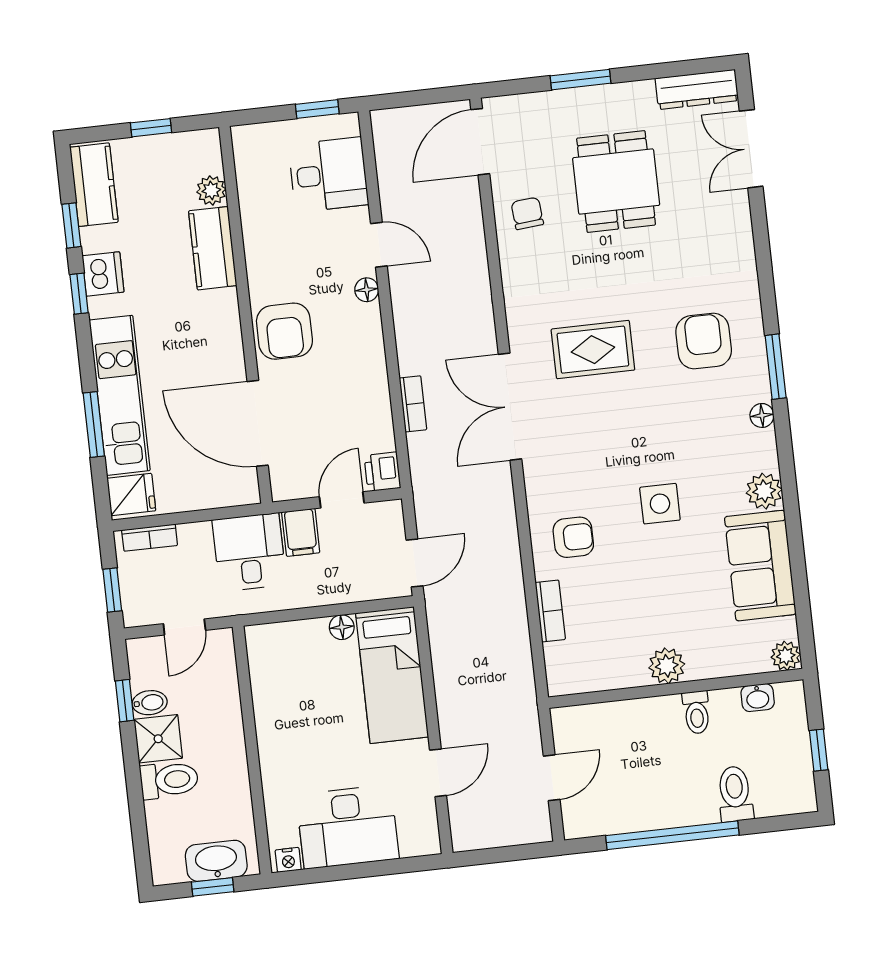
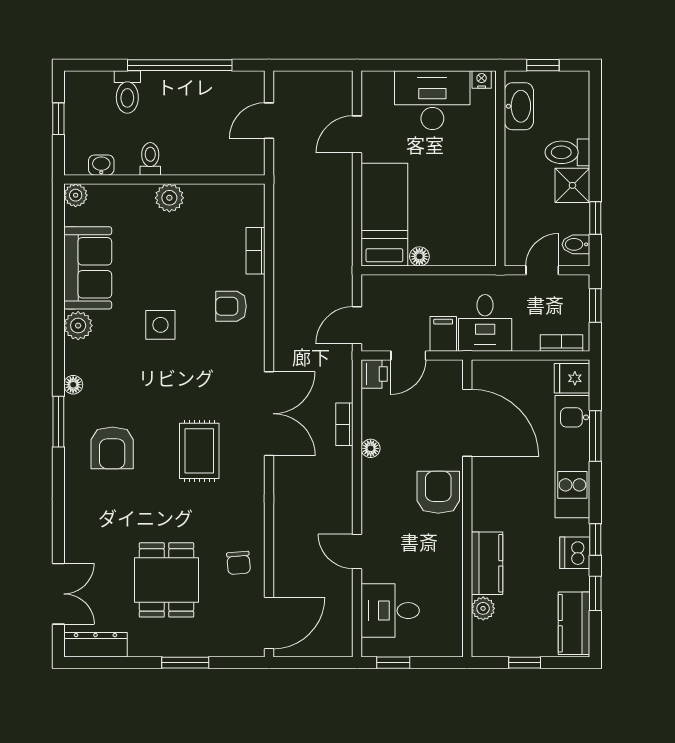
floor lamp: (367, 290) -> (371, 448), moved
rug: (593, 350) -> (199, 451), turned 90
door: (415, 563) -> (357, 325), moved
bidet: (150, 703) -> (576, 244), moved
washbasin: (216, 861) -> (519, 106), moved, turned -90

